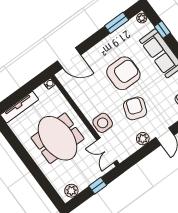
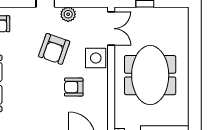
armchair: (123, 73) -> (74, 87), moved, width x0.53, depth x0.53
plant: (71, 191) -> (174, 15), removed

